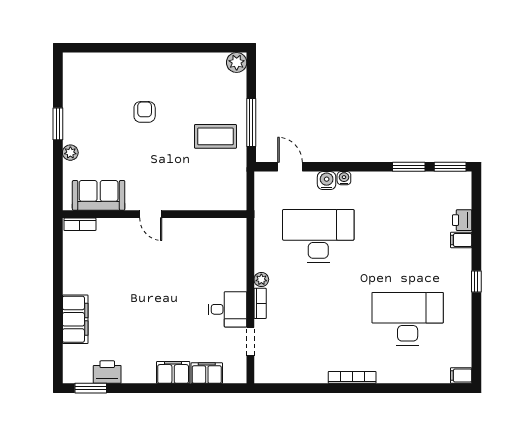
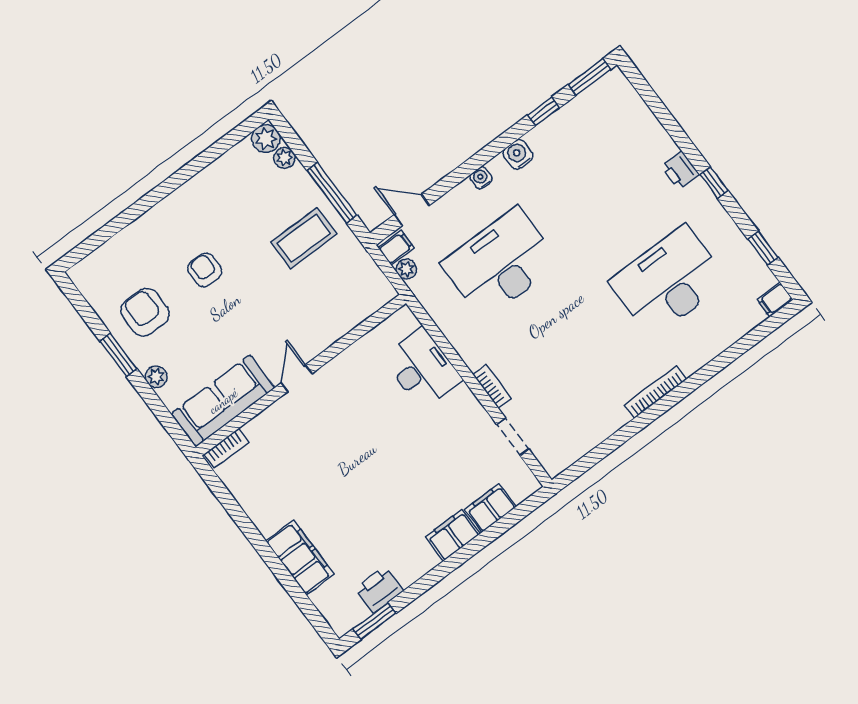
plant: (239, 82) -> (285, 158), added
armchair: (92, 111) -> (145, 312), added
window: (409, 167) -> (543, 111), width x0.67
water cooler: (327, 181) -> (518, 154), moved
sofa: (99, 195) -> (223, 401), width x1.36
door: (151, 214) -> (297, 378), swing flipped
printer: (462, 220) -> (680, 170), moved
filing cabinet: (461, 240) -> (396, 248), moved, turned 180
plant: (261, 280) -> (406, 269), moved
desk: (227, 309) -> (422, 369), moved, width x1.37
window: (476, 341) -> (763, 248), added

